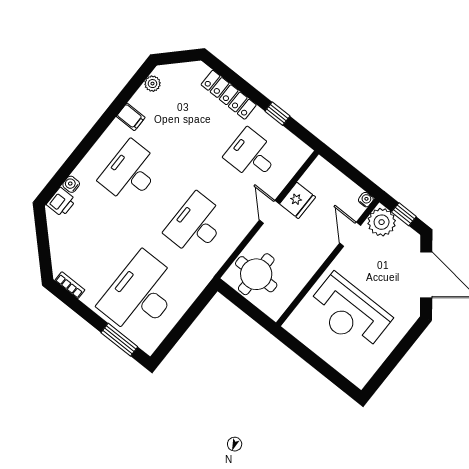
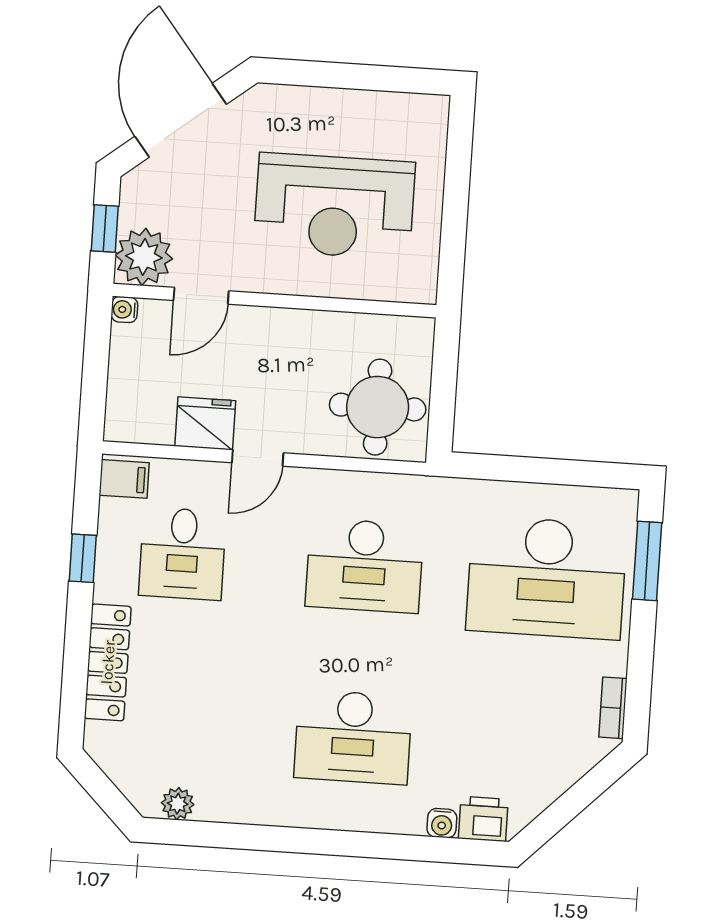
filing cabinet: (131, 117) -> (124, 479), moved, turned 90
reception desk: (349, 313) -> (334, 206), turned 90

